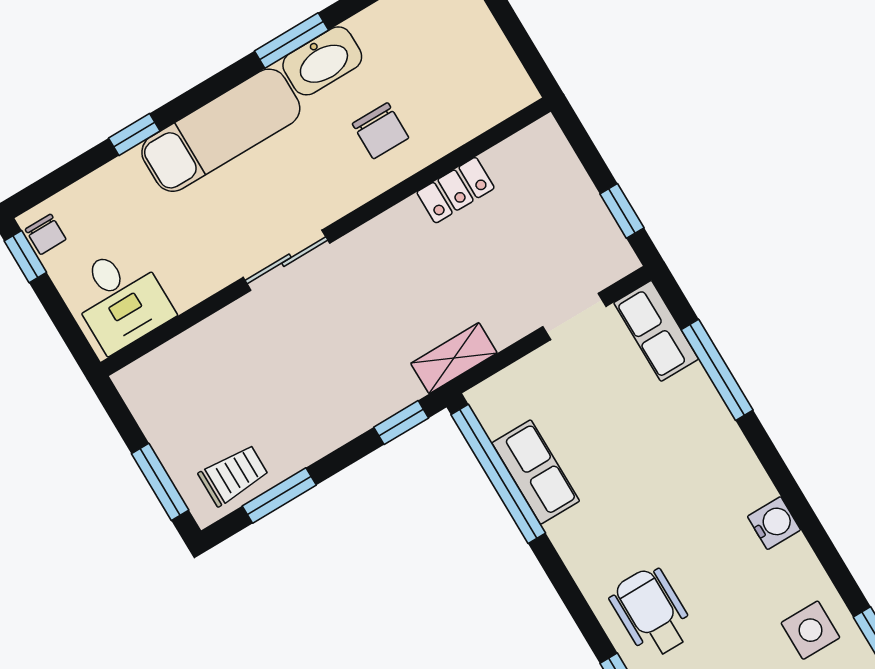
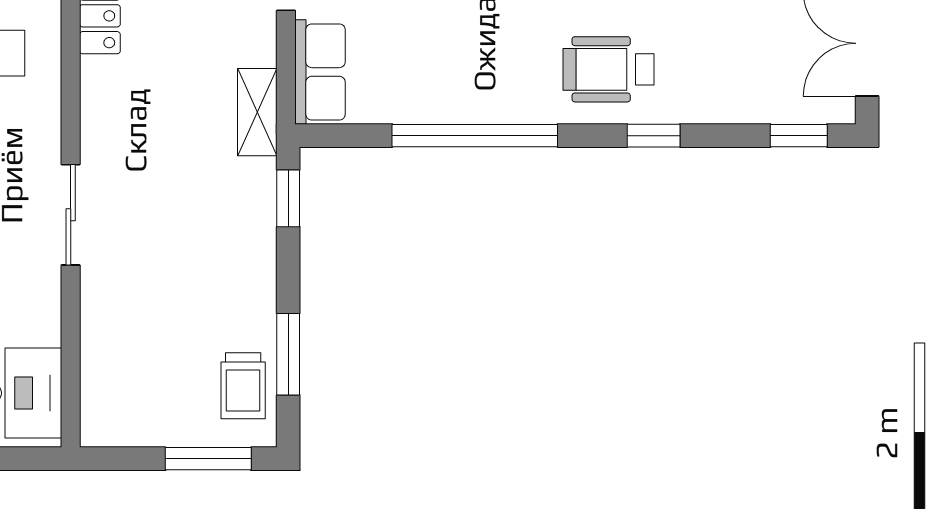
row of seats: (536, 472) -> (320, 72), moved, turned 90
window: (498, 474) -> (475, 136), moved
trolley: (233, 475) -> (243, 386), turned 180

